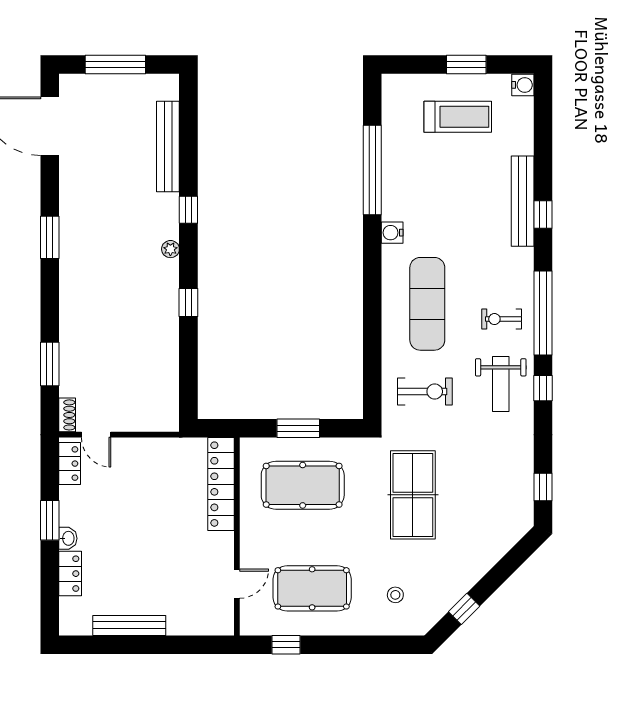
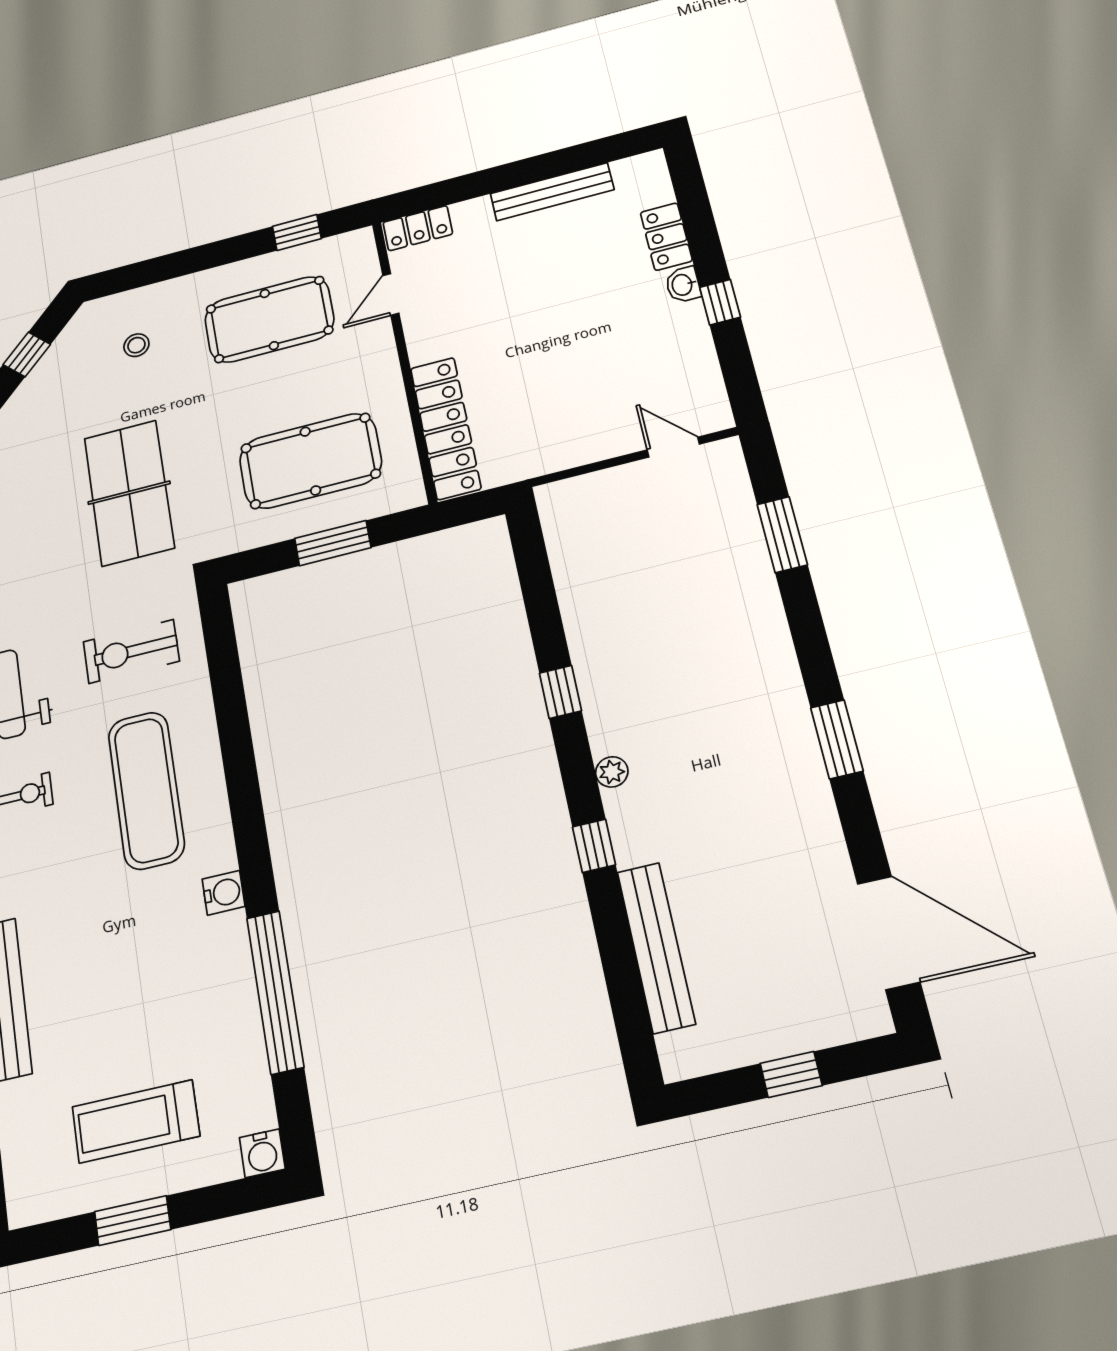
window: (115, 65) -> (791, 1074), width x0.46
water cooler: (523, 85) -> (262, 1153), moved, turned -90
shoe rack: (67, 415) -> (731, 464), removed
locker: (70, 464) -> (418, 228), moved, turned -90
window: (50, 520) -> (720, 302), width x0.67

